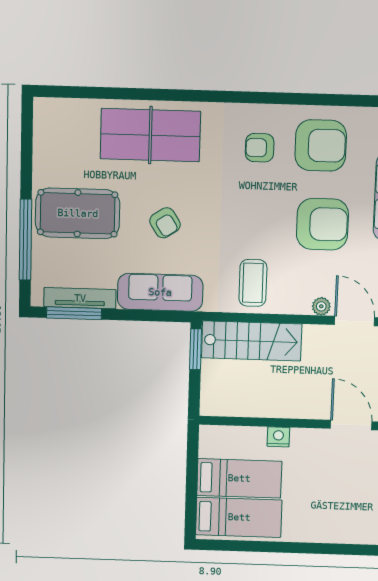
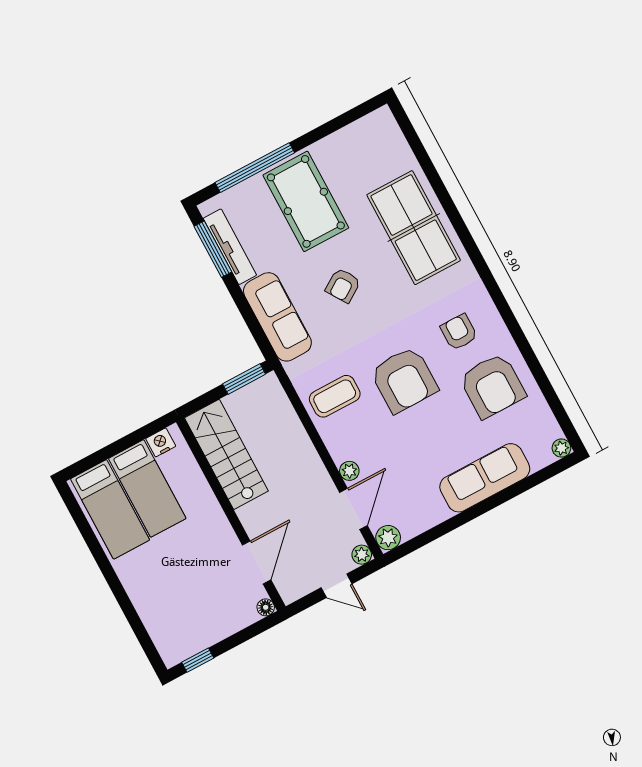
armchair: (322, 224) -> (404, 380), moved
stairs: (252, 341) -> (226, 454), moved, turned 180
nightstand: (278, 437) -> (161, 442), moved, turned -90

